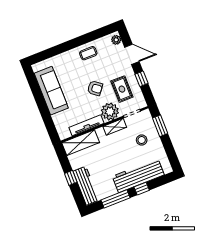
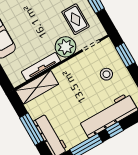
armchair: (95, 88) -> (45, 23), removed
shelving: (115, 127) -> (74, 64), removed
window: (71, 178) -> (32, 129), width x2.17

